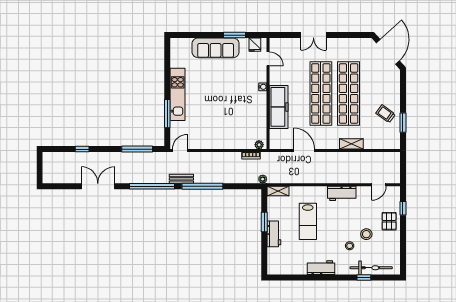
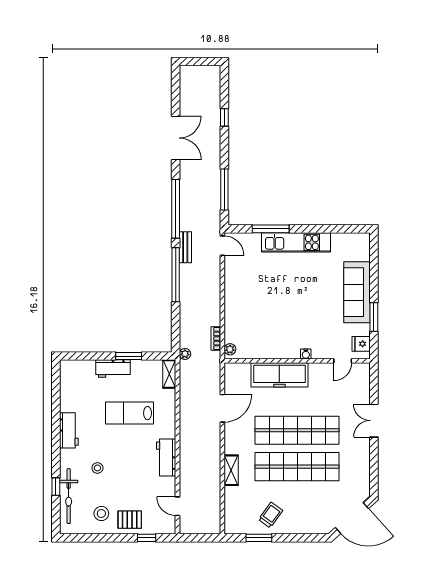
stool: (366, 234) -> (101, 514), moved

